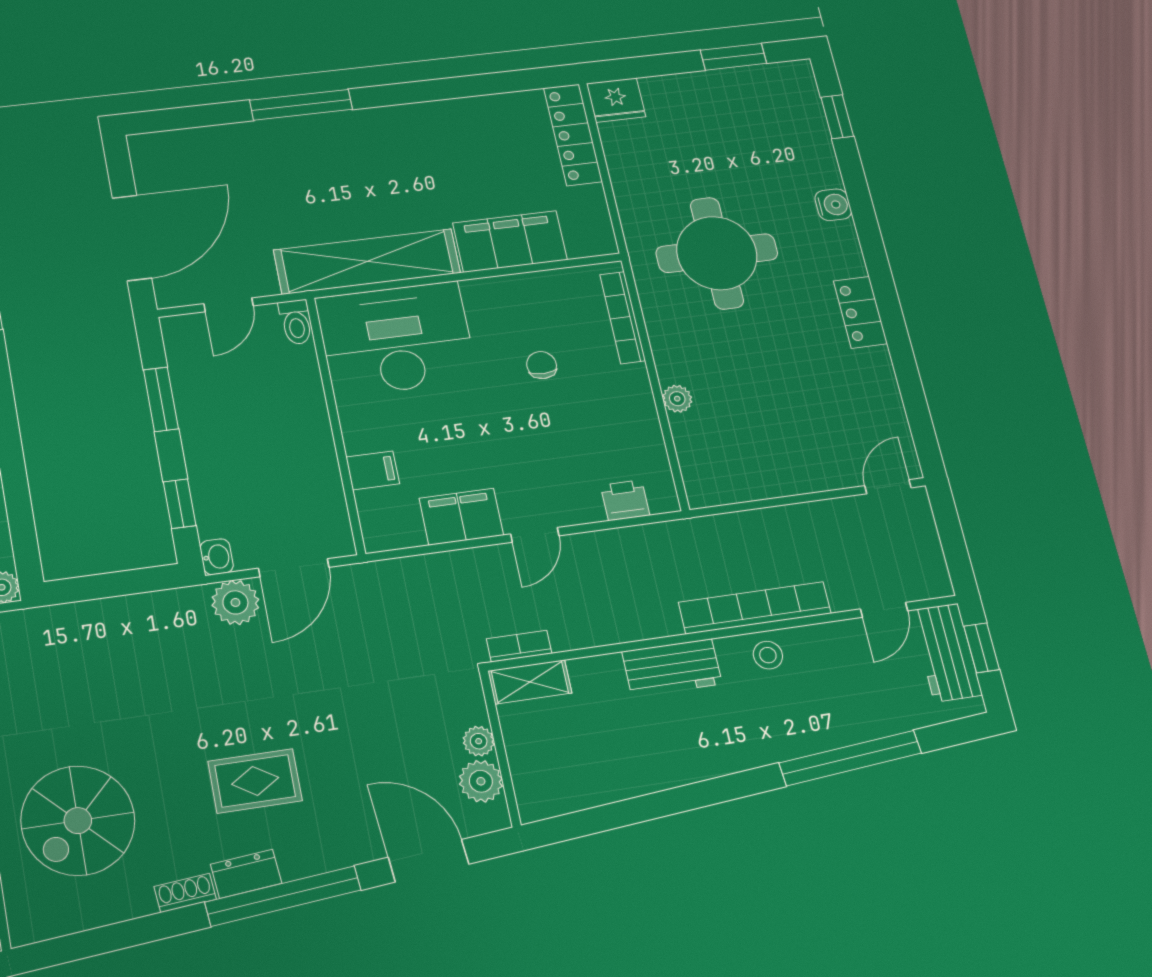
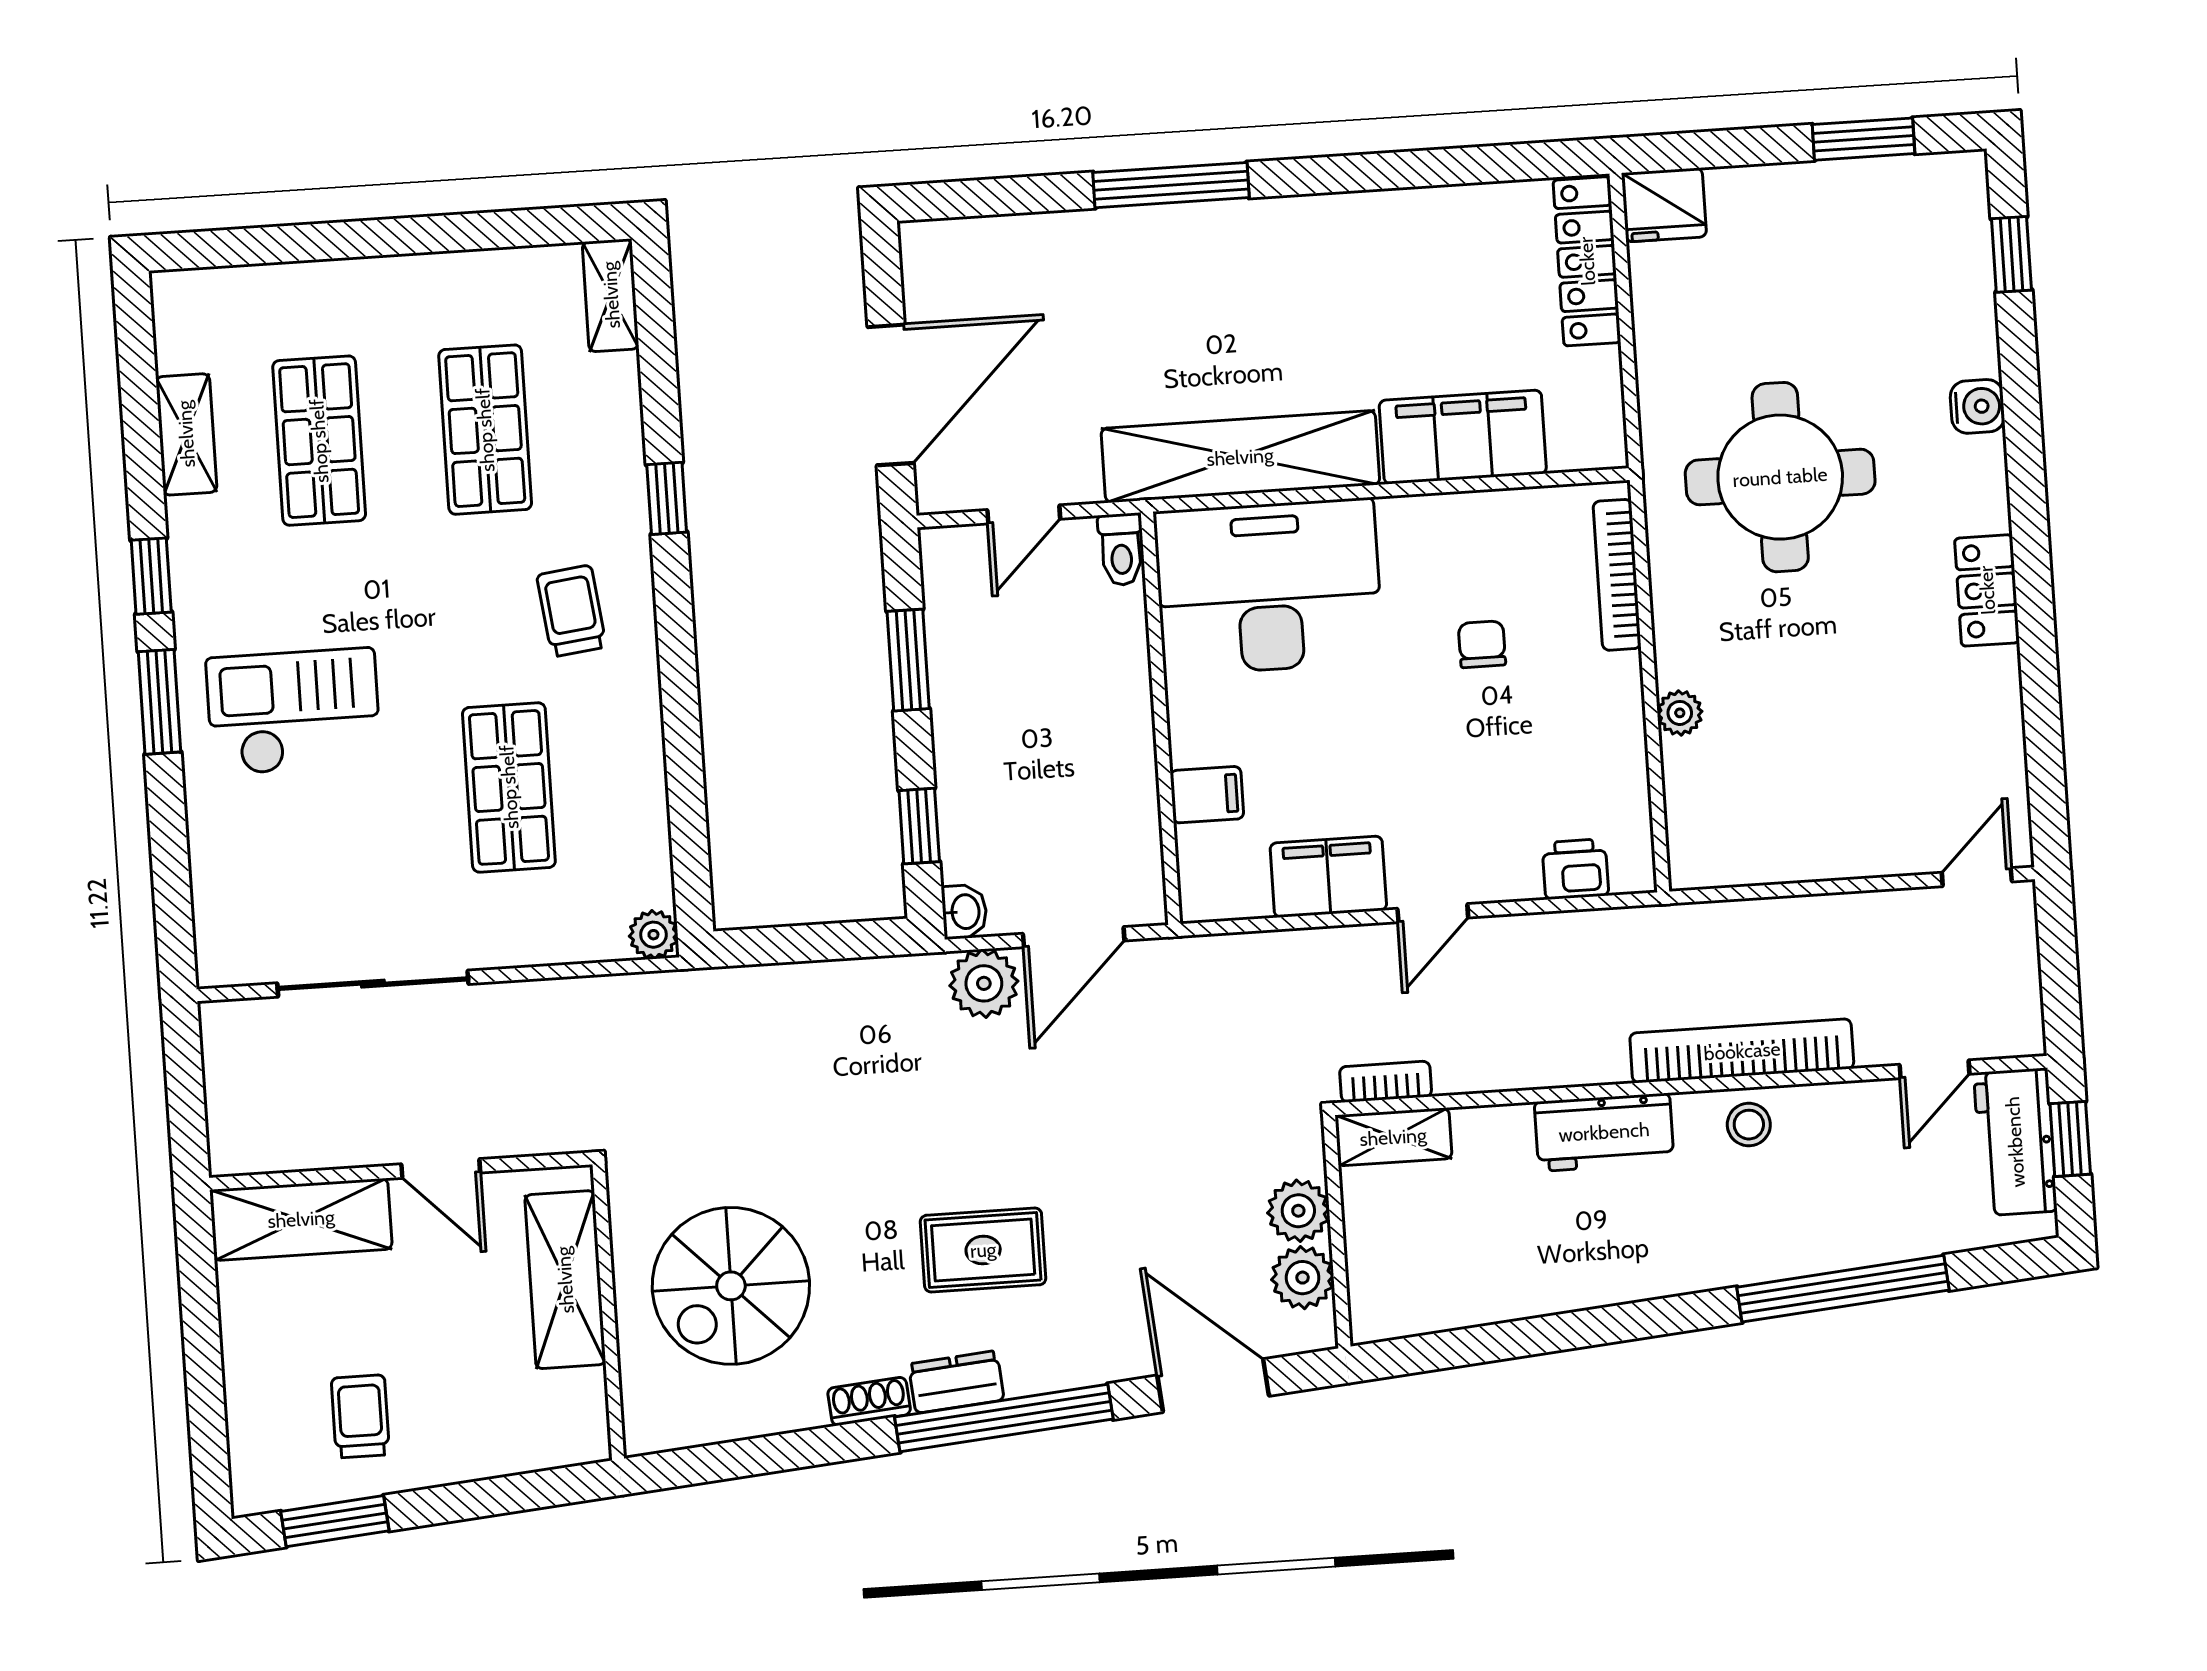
plant: (479, 741) -> (1298, 1211), width x1.38, depth x1.38

